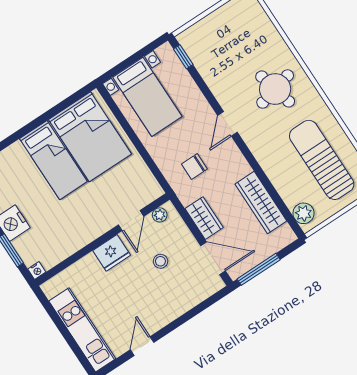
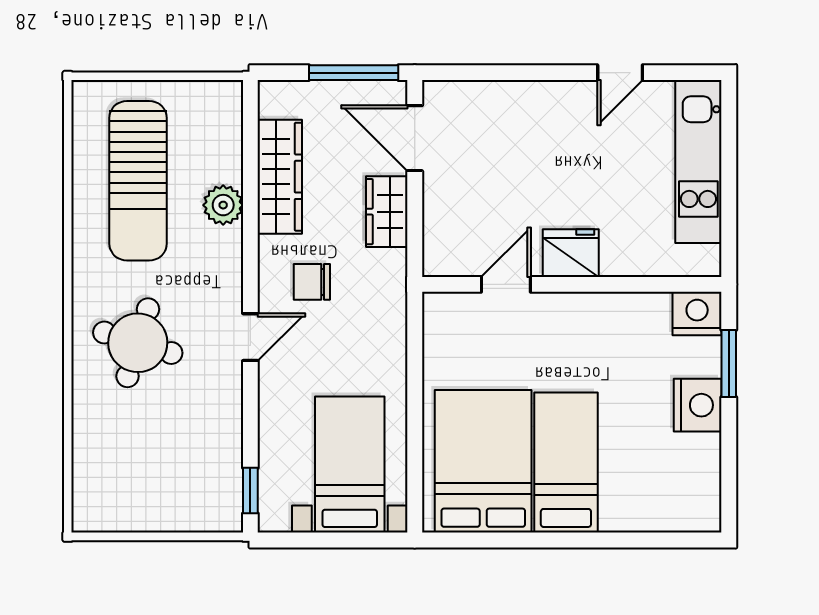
round table: (275, 89) -> (138, 343), turned 31
chair: (194, 167) -> (312, 282), moved, turned 180
plant: (304, 213) -> (223, 205), moved
plant: (160, 215) -> (454, 263), removed
stool: (160, 261) -> (502, 189), removed
nightstand: (37, 270) -> (697, 314), width x1.89, depth x1.79

